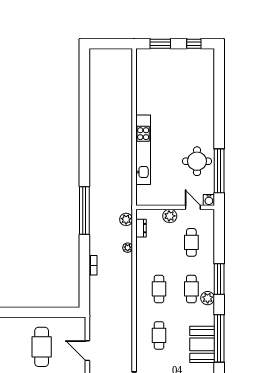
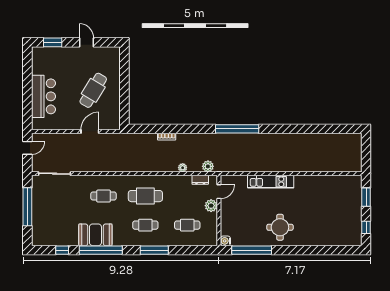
kitchen unit: (143, 150) -> (271, 182), width x0.73
round table: (197, 161) -> (280, 227), moved
door: (193, 207) -> (219, 192), moved
window: (84, 211) -> (237, 129), moved
cafe table: (159, 289) -> (145, 196), width x1.37, depth x1.35
plant: (208, 298) -> (137, 240), removed
cafe table: (42, 347) -> (93, 90), turned -59

